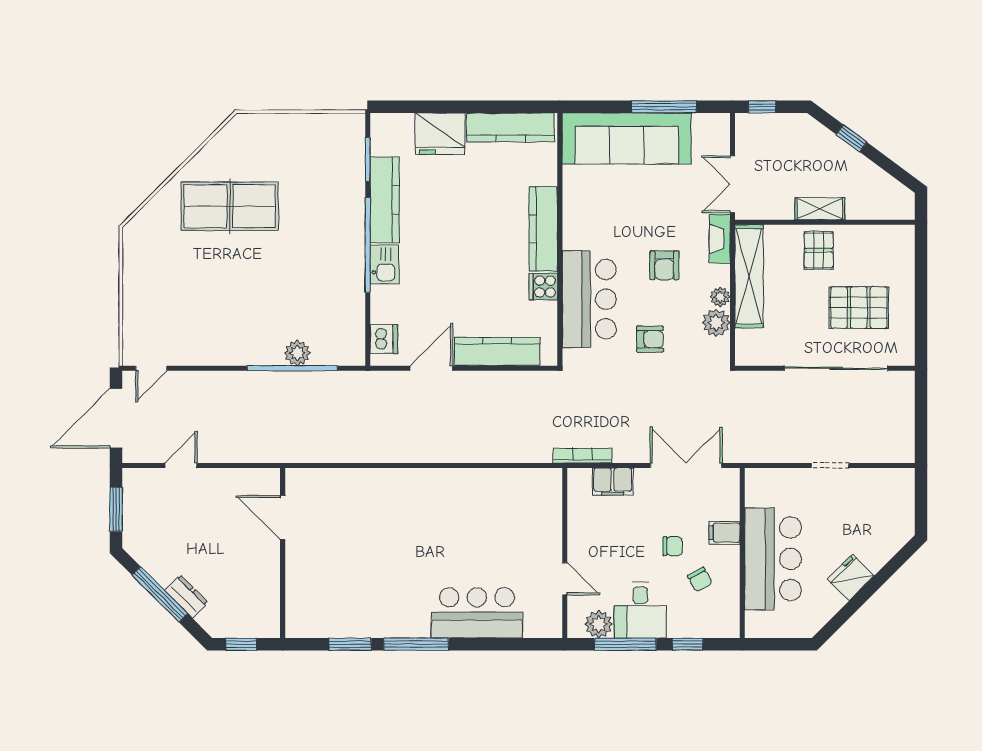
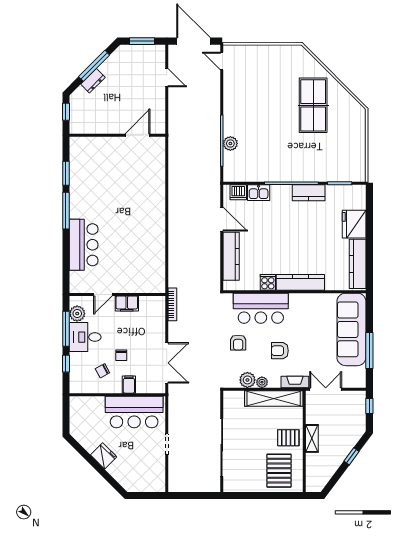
kitchen counter: (385, 200) -> (309, 193), width x0.67
kitchen sink: (384, 265) -> (259, 193), moved
pallet: (859, 308) -> (279, 471), moved
filing cabinet: (613, 482) -> (127, 303), moved, turned -90
bar counter: (773, 559) -> (134, 412), moved

